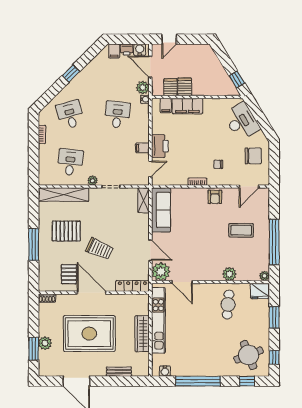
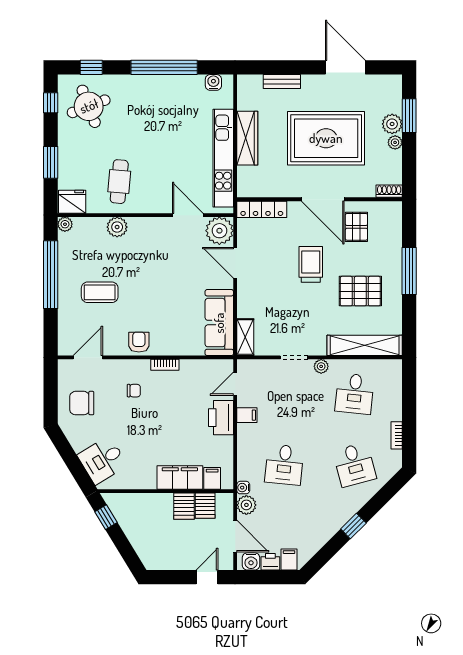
desk: (242, 121) -> (102, 460), width x0.73
trolley: (100, 249) -> (311, 264), turned 66
plant: (43, 331) -> (395, 142), added

